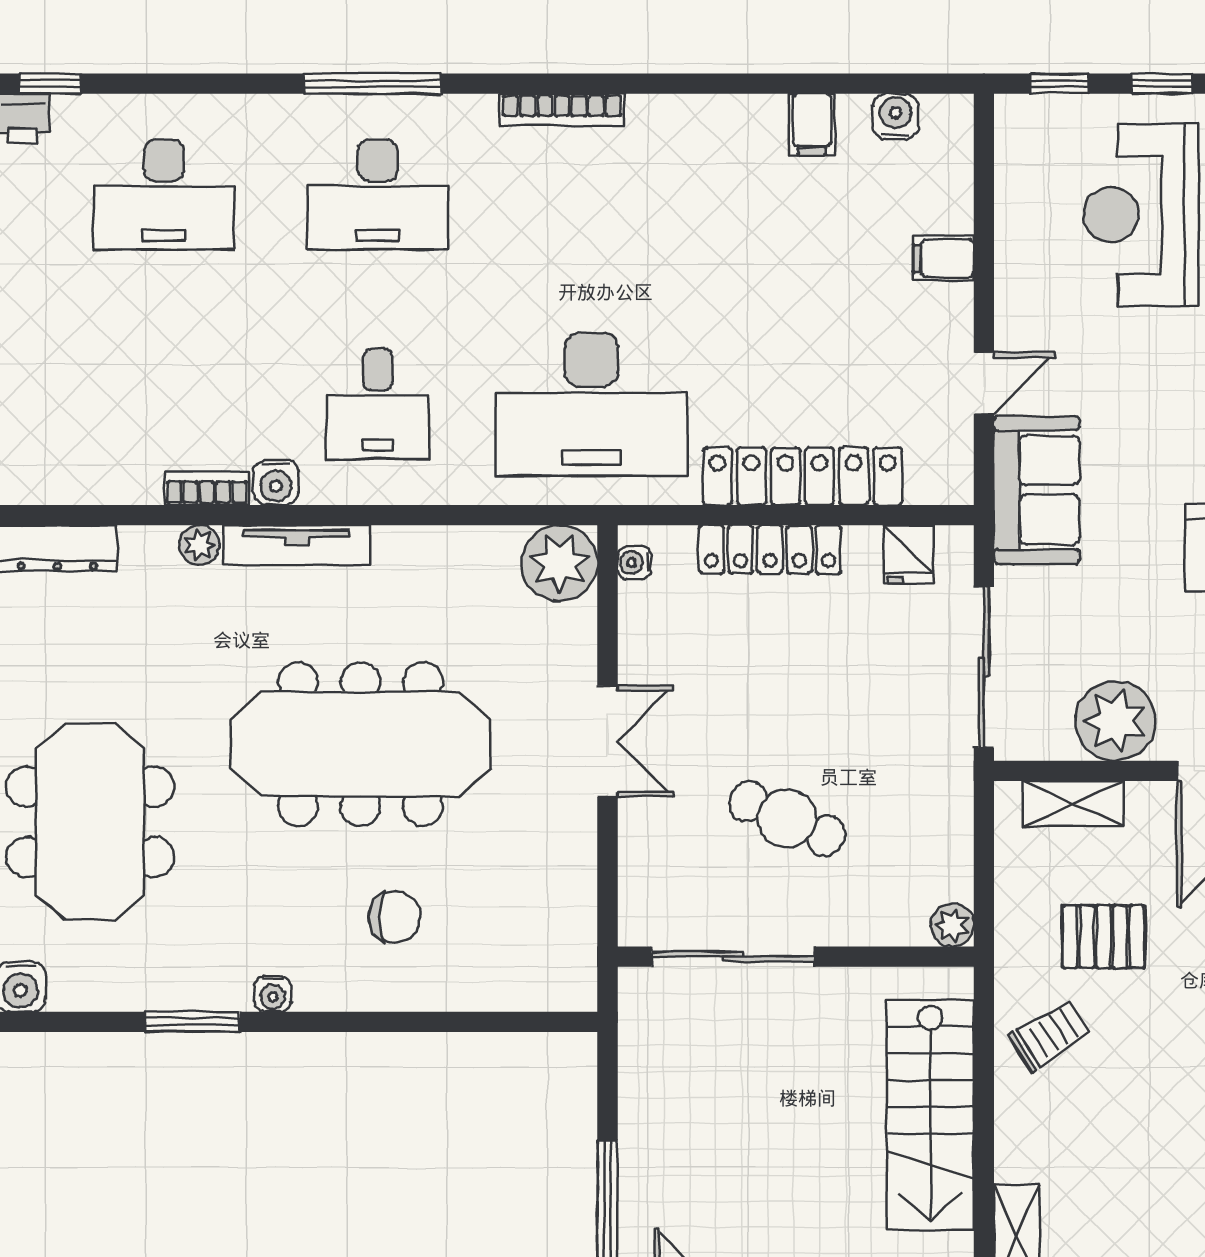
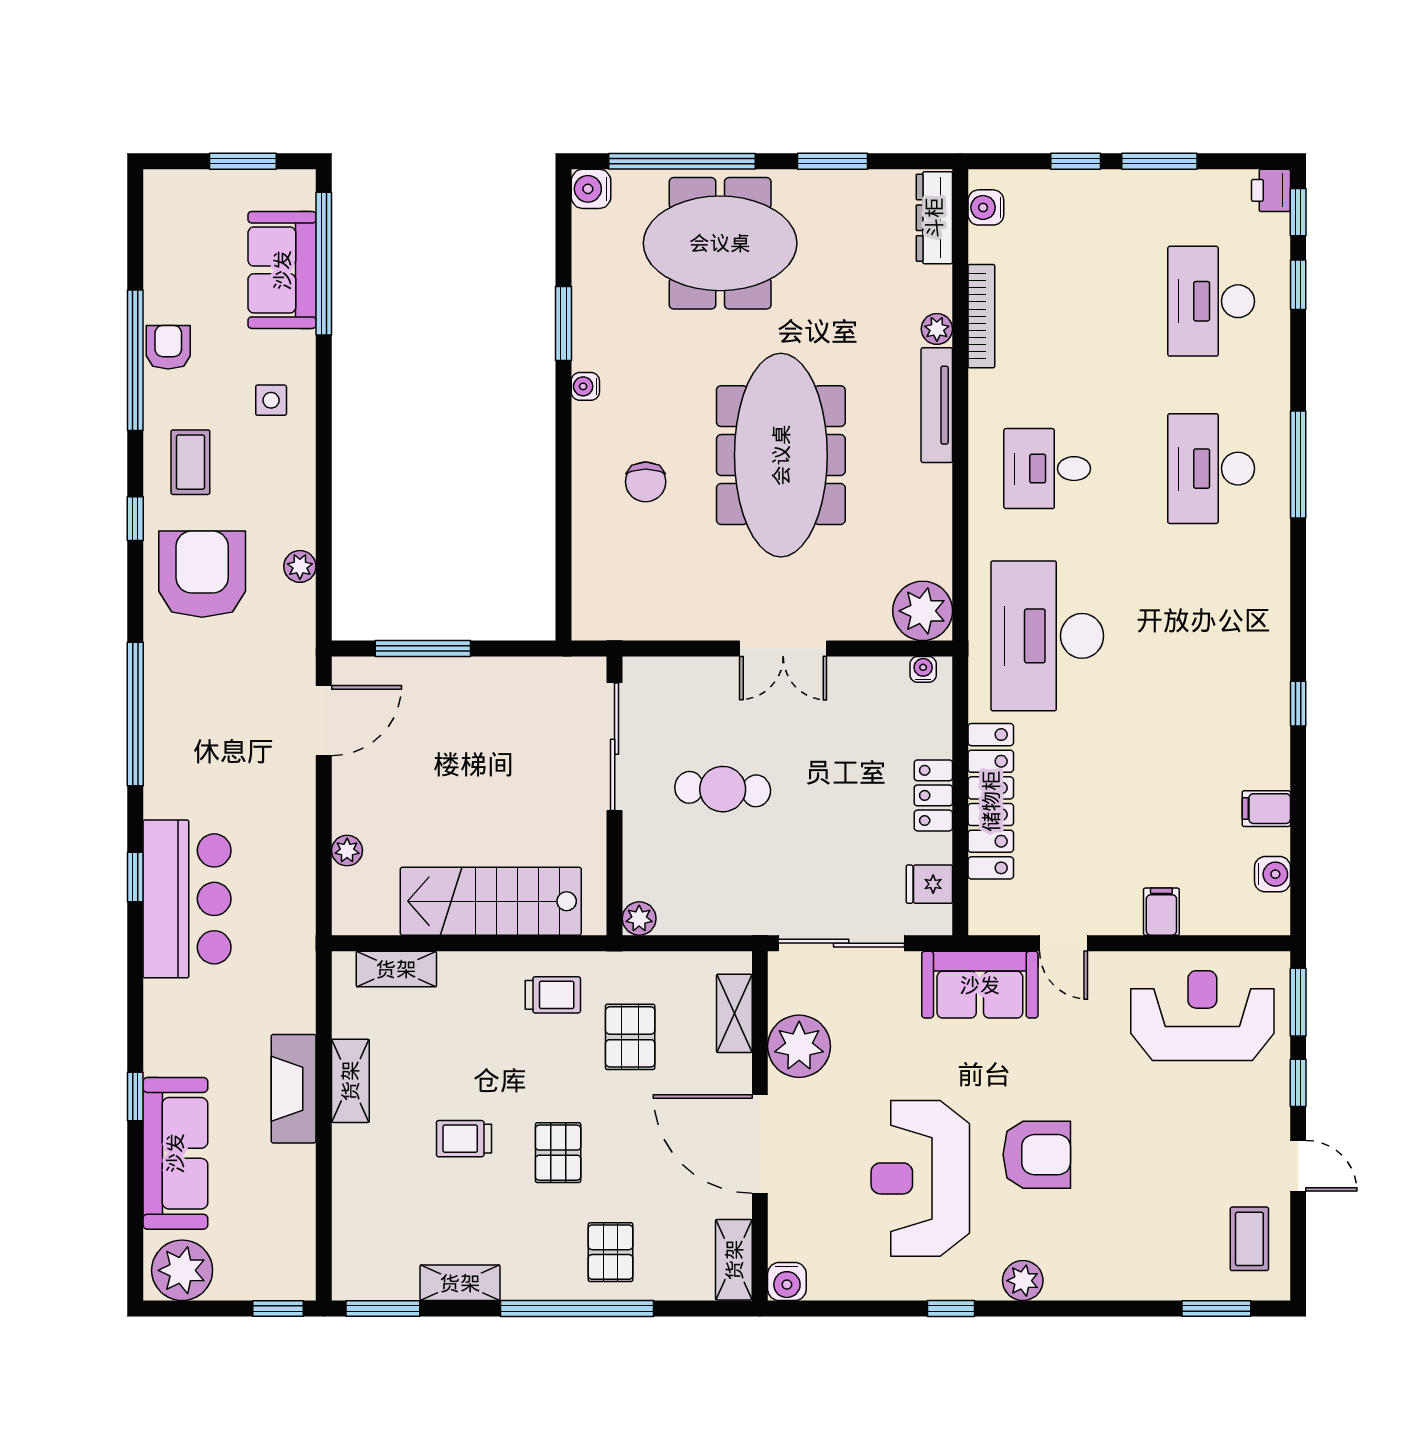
window: (143, 84) -> (1298, 285), added
window: (678, 84) -> (1298, 704), added
window: (1059, 84) -> (1298, 1002), width x1.50
bookcase: (562, 110) -> (1278, 613), removed
reception desk: (1141, 215) -> (1202, 1016), moved
water cooler: (276, 482) -> (986, 207), moved
bookcase: (207, 488) -> (981, 316), width x1.56
locker: (770, 549) -> (933, 795), width x0.66
cafe table: (787, 818) -> (723, 789), turned 69
trolley: (1050, 1035) -> (553, 995), turned -58

